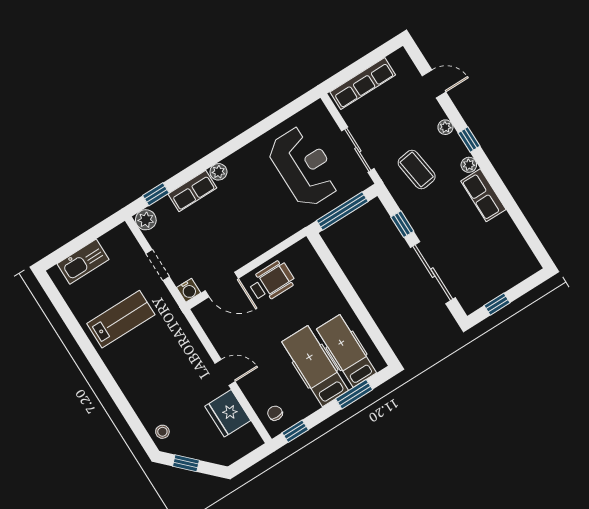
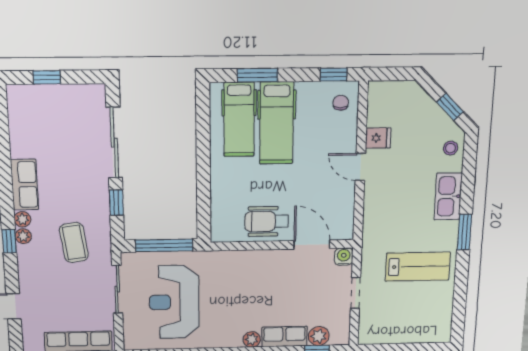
plant: (445, 127) -> (23, 236), moved
plant: (146, 220) -> (319, 336), moved
kitchen sink: (83, 262) -> (448, 196), moved, turned -90
window: (497, 304) -> (47, 77), moved
lab bench: (121, 319) -> (418, 267), turned 180
window: (102, 371) -> (464, 232), added
fridge: (228, 413) -> (378, 138), width x0.53, depth x0.75
chair: (275, 413) -> (341, 103), turned 180

